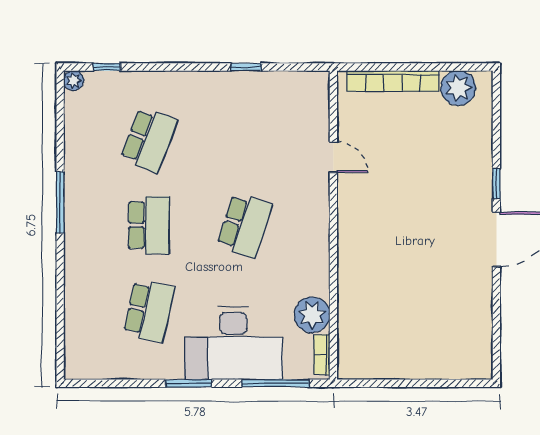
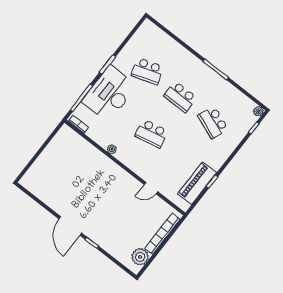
piano: (267, 89) -> (197, 183), added
school desk: (245, 225) -> (152, 133), turned -30
school desk: (149, 311) -> (147, 71), turned -30
plant: (312, 315) -> (112, 149), moved, width x0.53, depth x0.53

